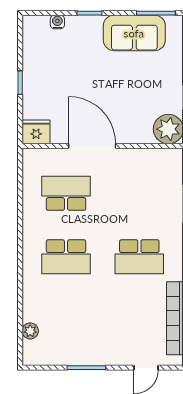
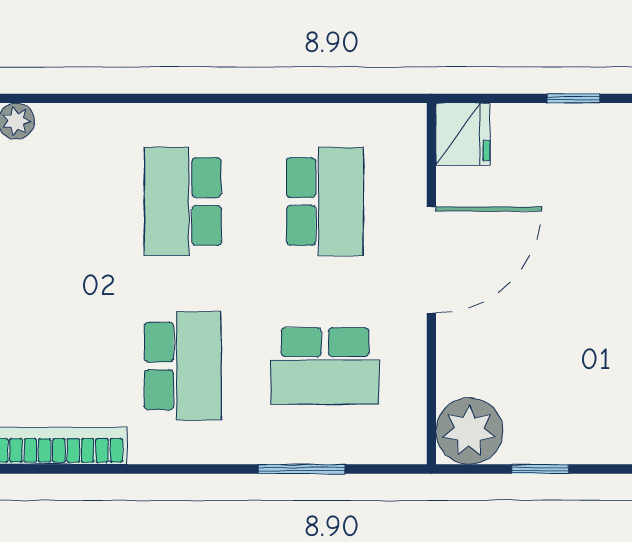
school desk: (139, 193) -> (325, 366), added
school desk: (139, 257) -> (183, 366), turned 180

